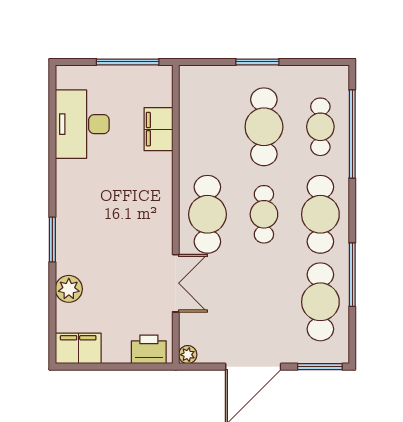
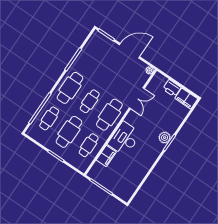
desk: (82, 124) -> (124, 139), moved, turned 180
double door: (176, 283) -> (137, 98), swing flipped
plant: (69, 289) -> (165, 138), moved
cafe table: (320, 302) -> (89, 145), moved, width x0.73, depth x0.74
printer: (149, 349) -> (172, 88), moved

